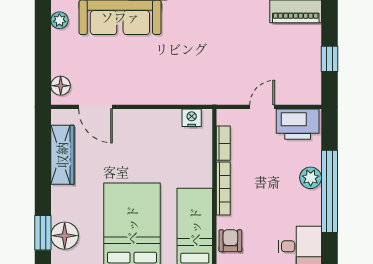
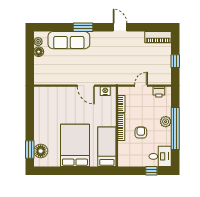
floor lamp: (61, 86) -> (39, 52), moved
door: (96, 107) -> (86, 86), moved
printer: (298, 124) -> (159, 92), width x0.53, depth x0.68
wardrobe: (62, 155) -> (40, 110), removed
armchair: (230, 241) -> (141, 133), moved

